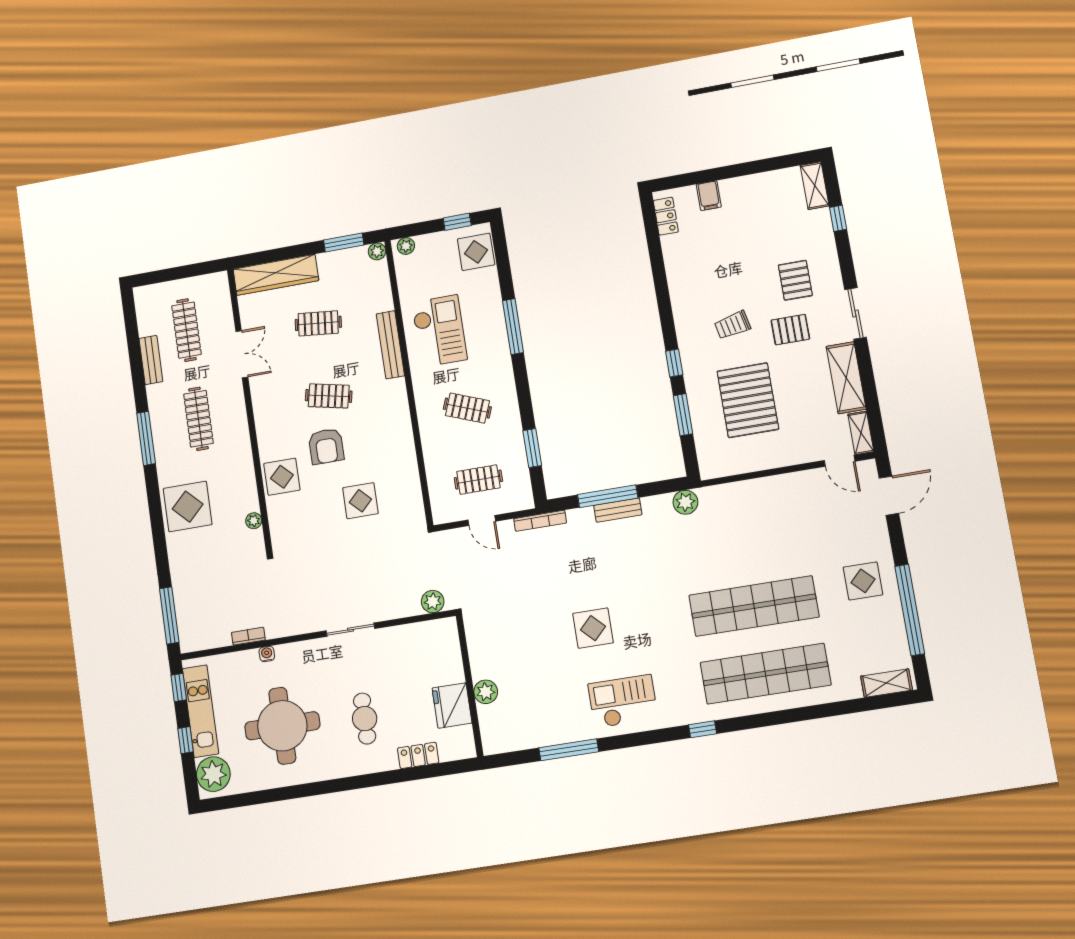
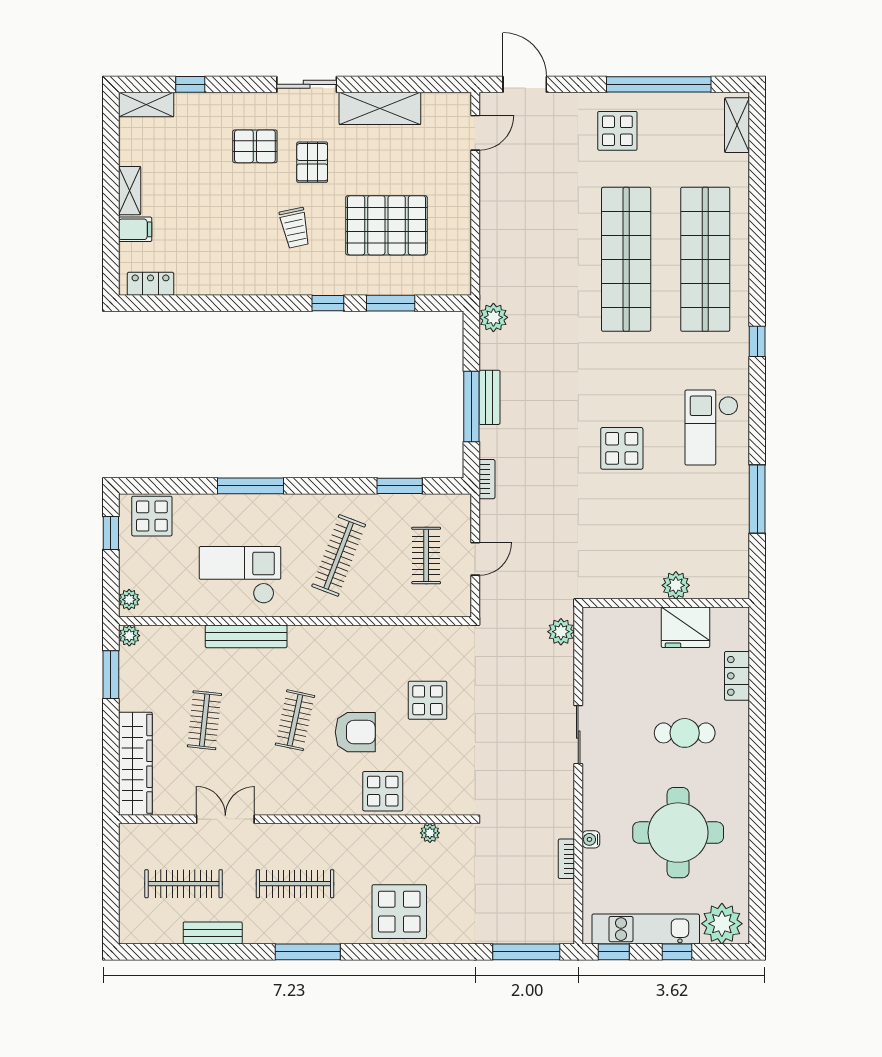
clothes rail: (467, 408) -> (339, 555), width x1.36
shelving: (861, 433) -> (130, 191), moved, turned 90
bookcase: (540, 521) -> (487, 479), width x0.64

